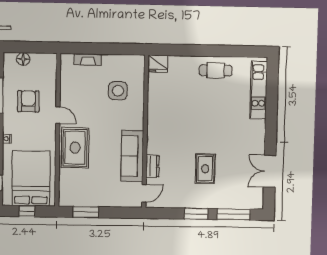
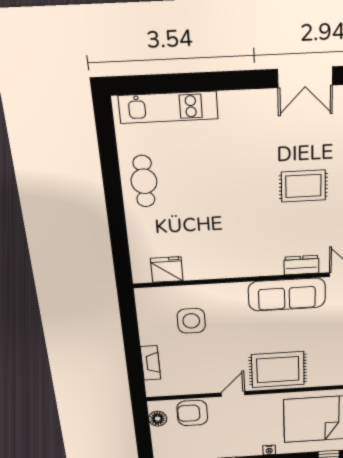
floor lamp: (23, 59) -> (158, 419), moved
fridge: (158, 64) -> (167, 270), moved, turned -90
armchair: (28, 101) -> (192, 413), moved

